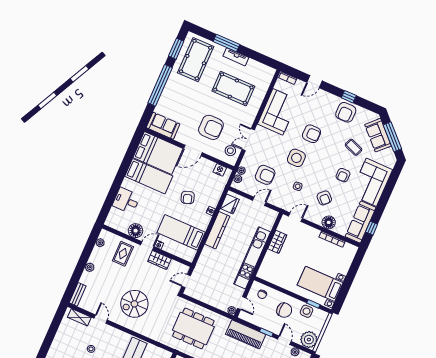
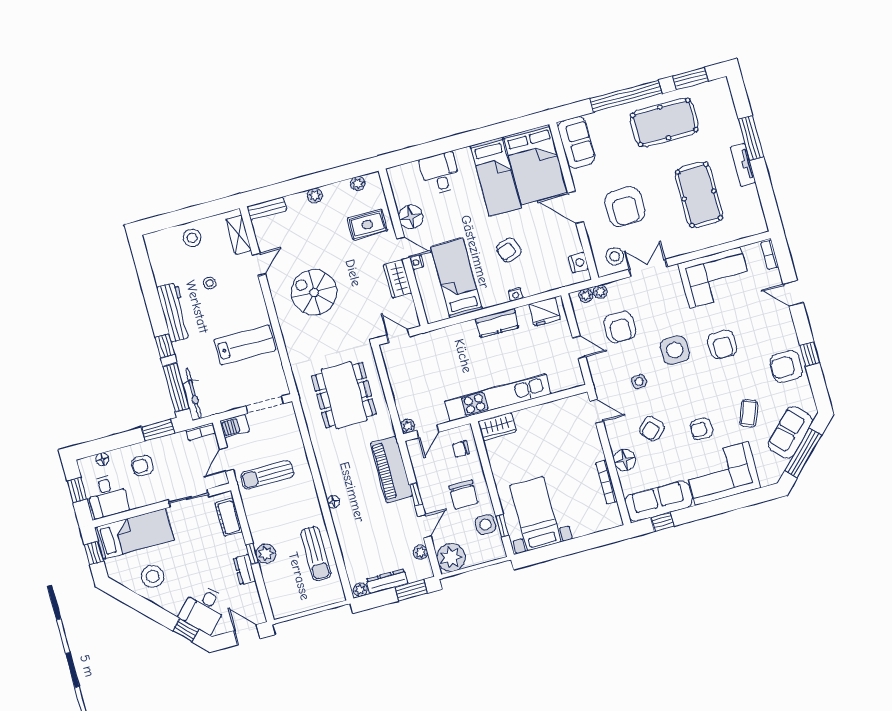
pool table: (196, 60) -> (664, 122), moved
kitchen counter: (217, 230) -> (497, 323), width x0.67
wardrobe: (277, 242) -> (497, 427), moved
stool: (63, 340) -> (192, 238), added

